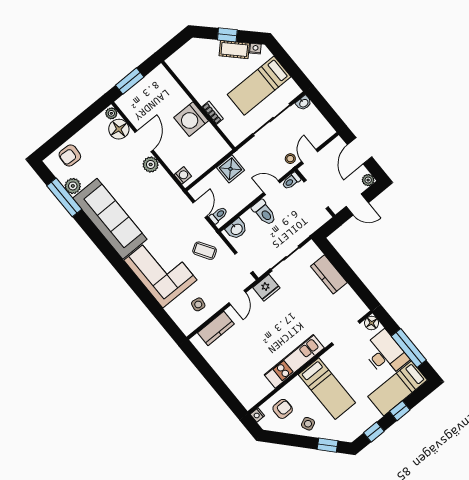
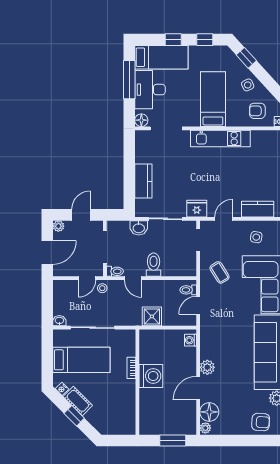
door: (357, 205) -> (81, 215), hinge flipped
washbasin: (236, 229) -> (139, 228), moved, turned 180

